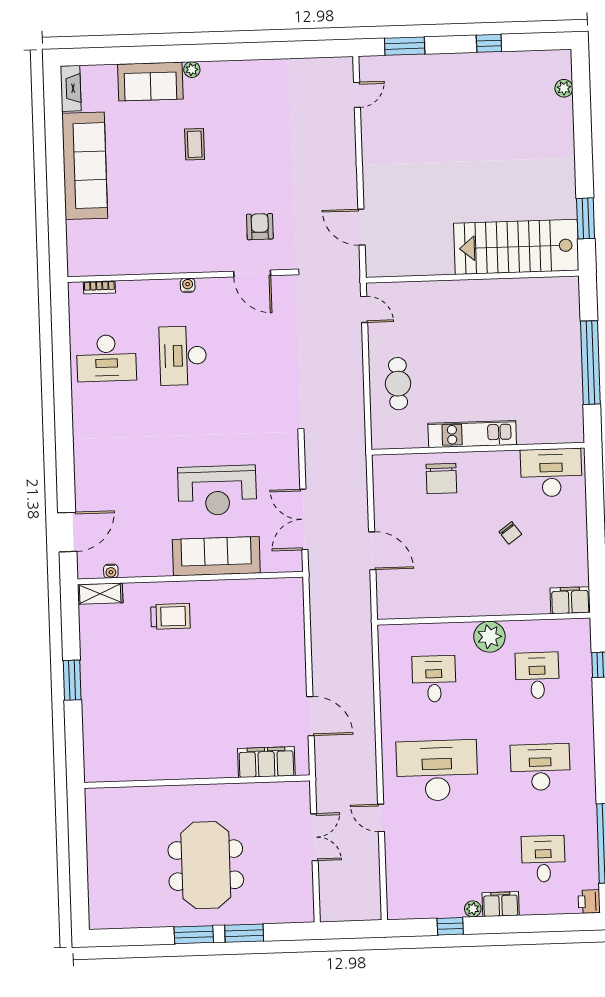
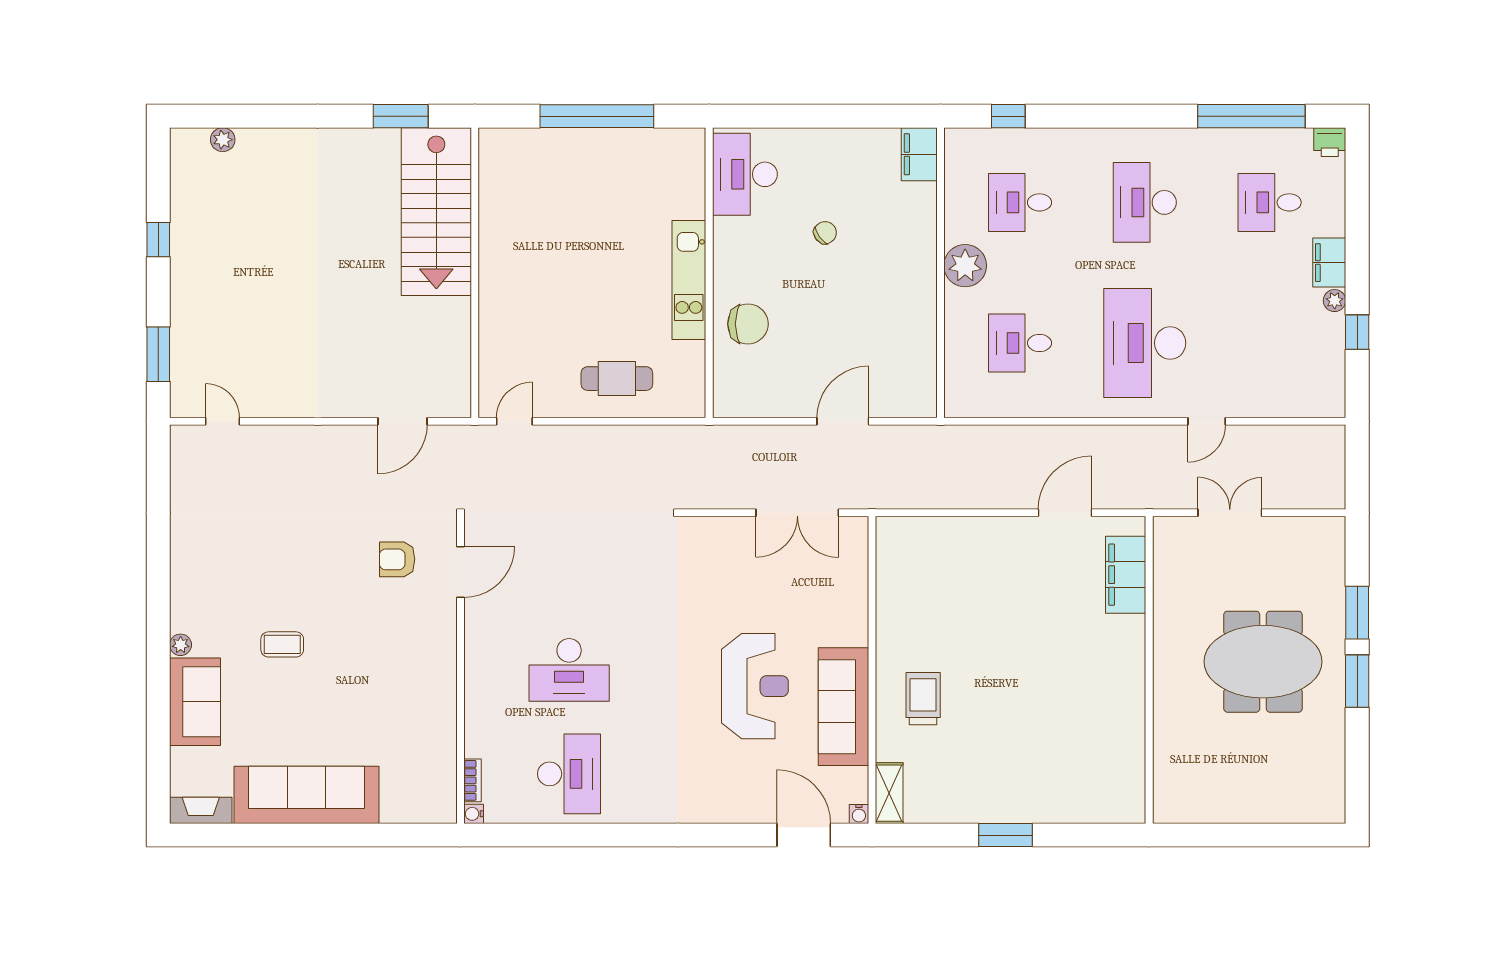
water cooler: (188, 285) -> (474, 814), moved
reception desk: (217, 490) -> (755, 686), moved
sofa: (216, 556) -> (843, 707), moved
water cooler: (111, 571) -> (859, 814), moved, turned 90

